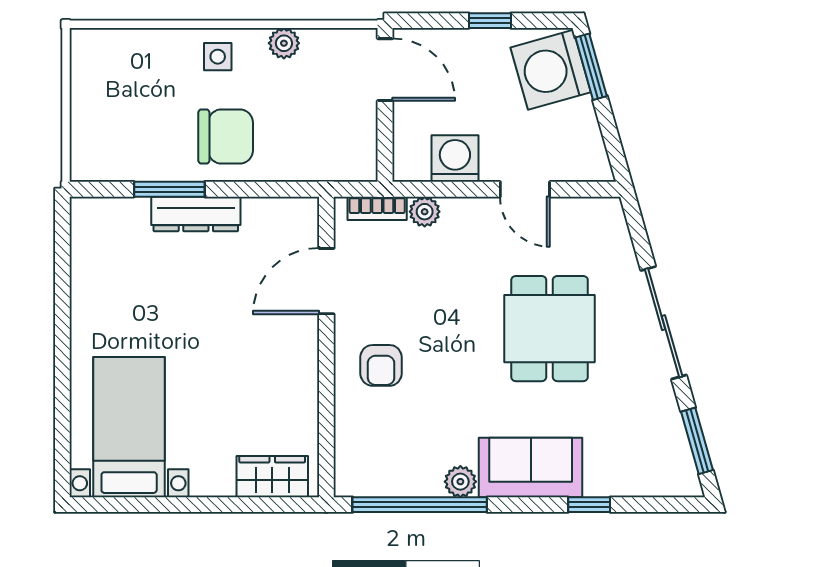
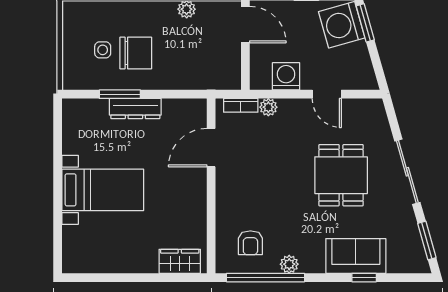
side table: (218, 57) -> (103, 50), moved
chair: (226, 137) -> (136, 53), moved
armchair: (381, 365) -> (250, 243), moved
bed with nightstands: (129, 427) -> (103, 190), moved, turned 90
sofa: (531, 467) -> (356, 256), moved

